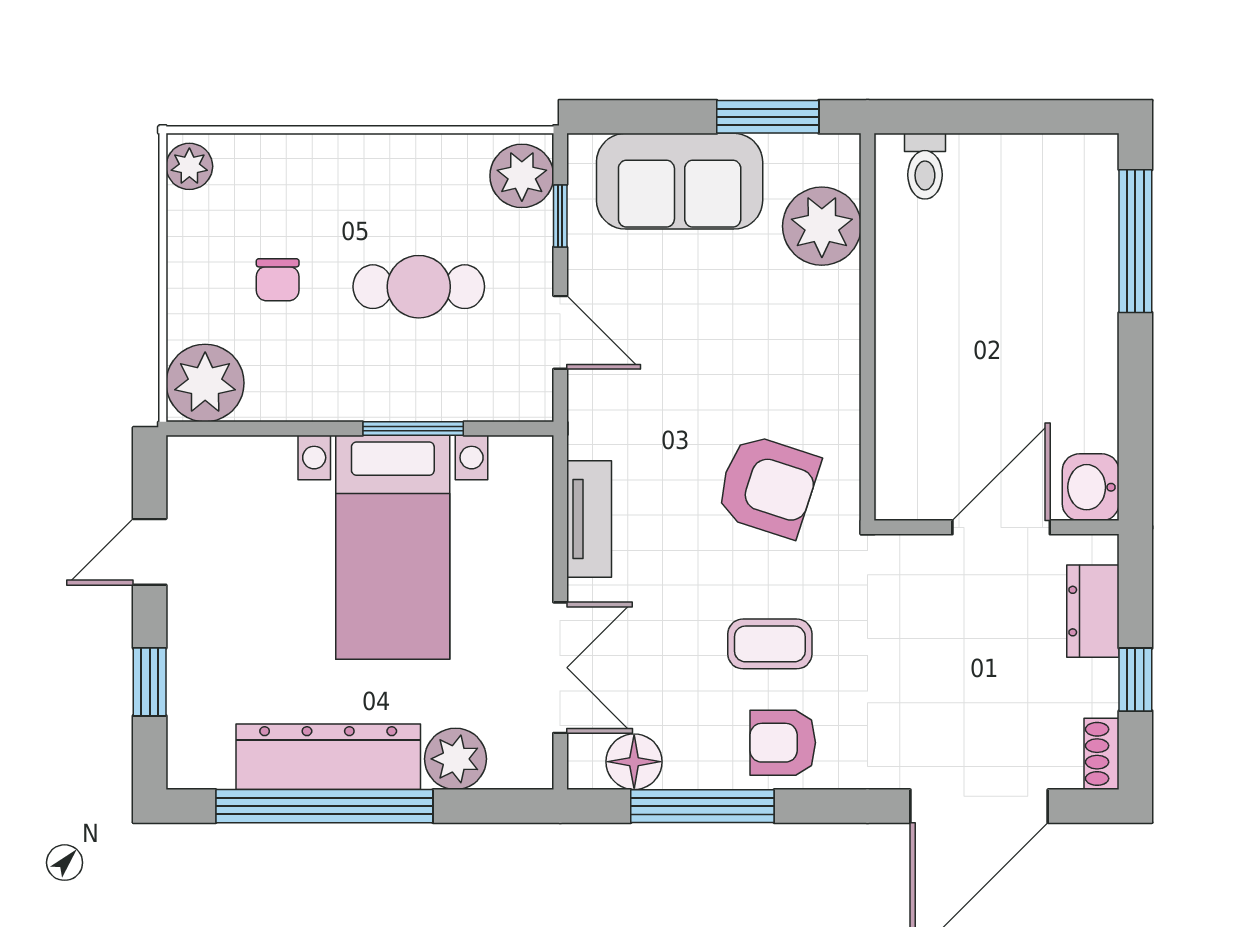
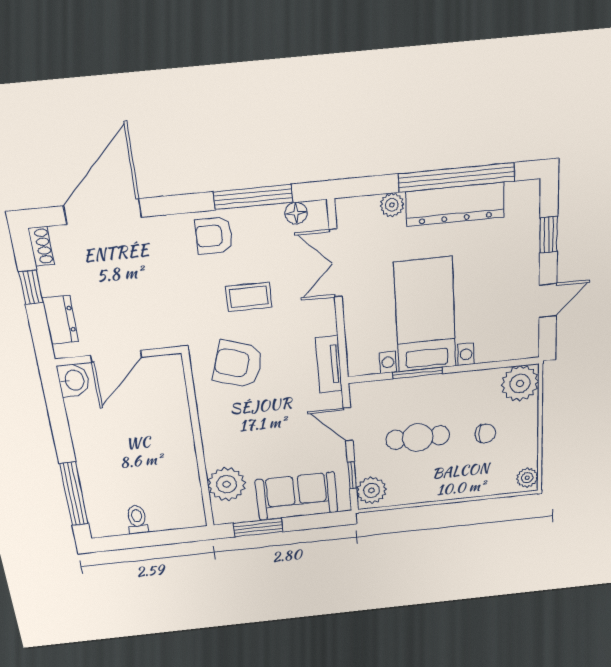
toilet: (925, 166) -> (137, 520), moved
chair: (278, 280) -> (485, 433), turned 91
tv unit: (589, 519) -> (329, 364), moved
coffee table: (770, 644) -> (249, 297), moved
armchair: (783, 743) -> (214, 236), turned 180
plant: (455, 759) -> (392, 205), width x0.73, depth x0.73
floor lamp: (634, 762) -> (296, 213), width x0.73, depth x0.73

